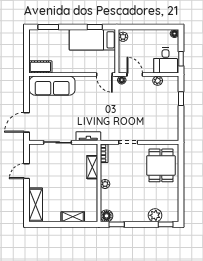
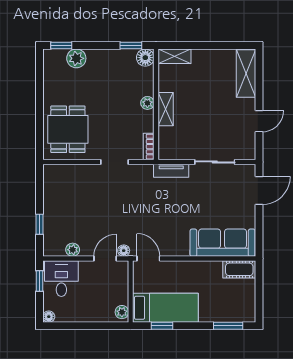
door: (135, 75) -> (105, 258), swing flipped
shelving: (92, 167) -> (166, 109), moved
shelving: (73, 217) -> (174, 56), moved

